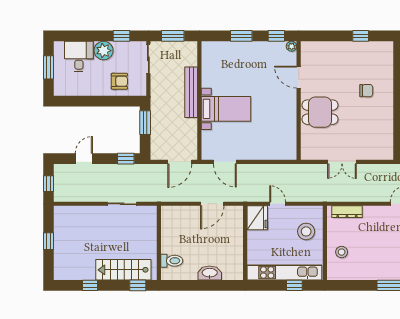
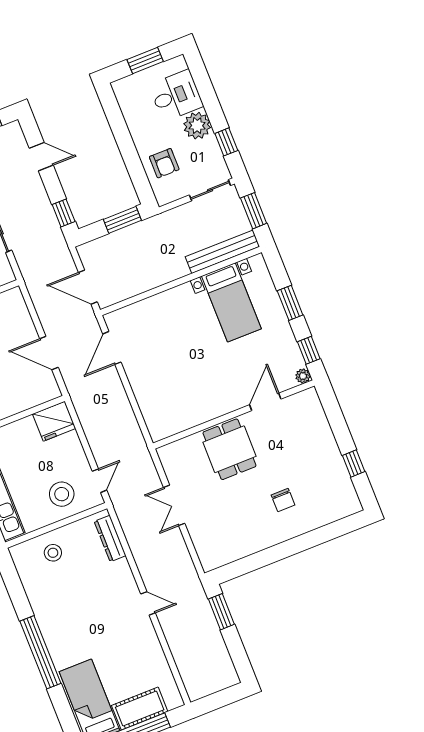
bench: (191, 92) -> (222, 252), moved
bed with nightstands: (226, 109) -> (231, 302), moved
door: (278, 204) -> (99, 481), moved

